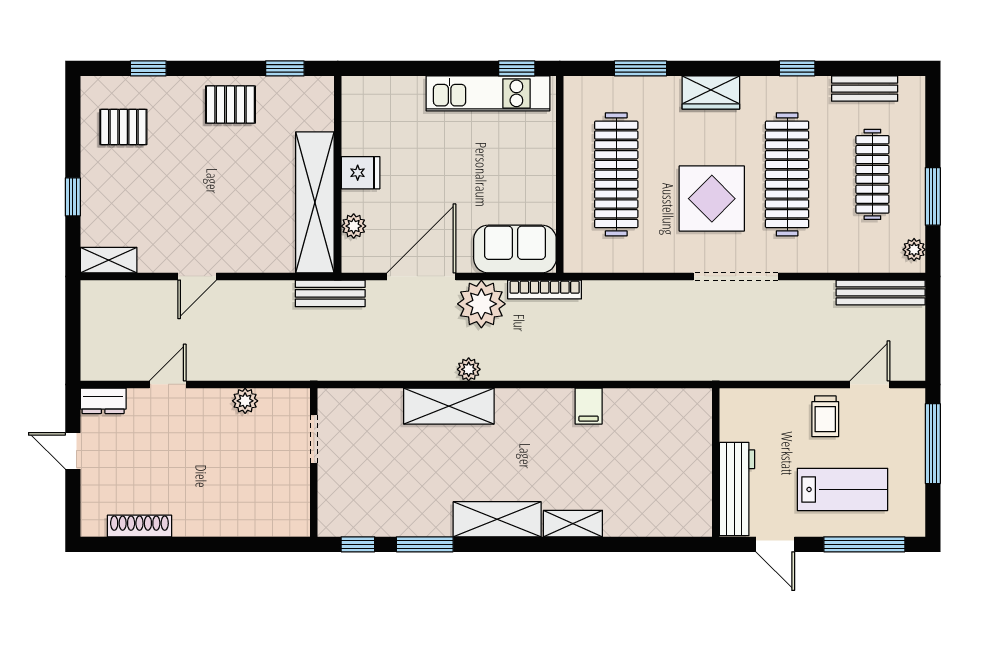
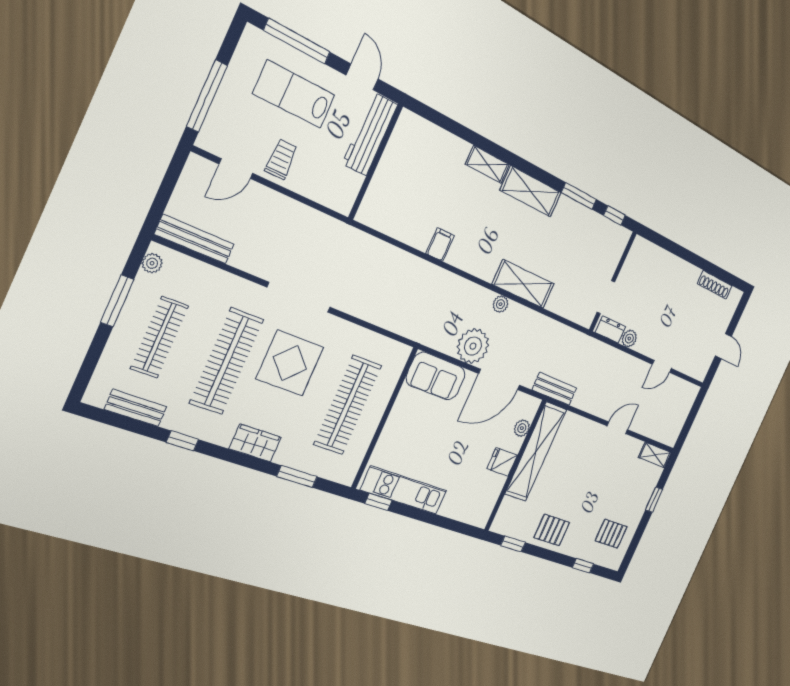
bookcase: (545, 289) -> (430, 340), removed
dresser: (103, 401) -> (610, 329), moved

